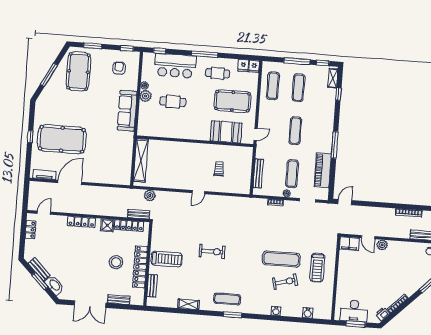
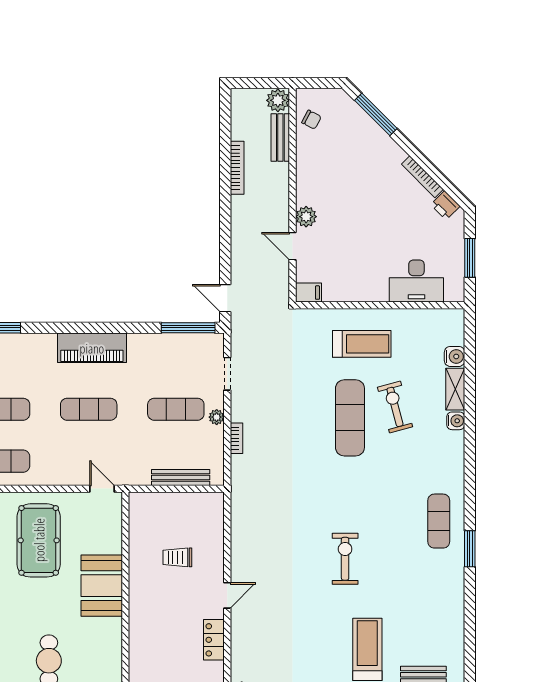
booth: (226, 132) -> (102, 586), moved
window: (335, 145) -> (188, 328), moved
piano: (323, 170) -> (92, 348), moved
locker: (177, 184) -> (214, 640), added
door: (198, 192) -> (227, 595), hinge flipped
door: (368, 237) -> (293, 246), swing flipped
filing cabinet: (349, 244) -> (308, 293), width x0.50
shelving: (188, 304) -> (455, 389), moved
desk: (354, 311) -> (416, 281), moved, turned 90
window: (232, 315) -> (470, 549), moved

